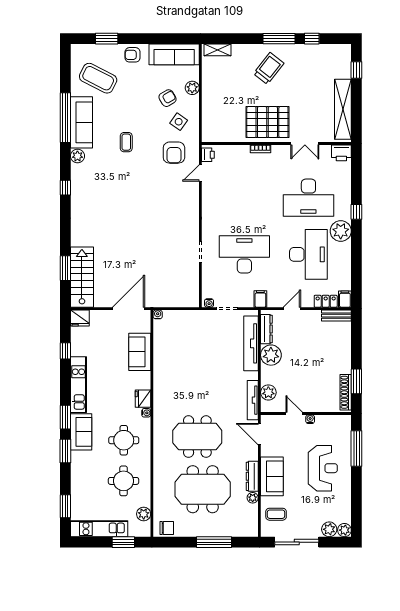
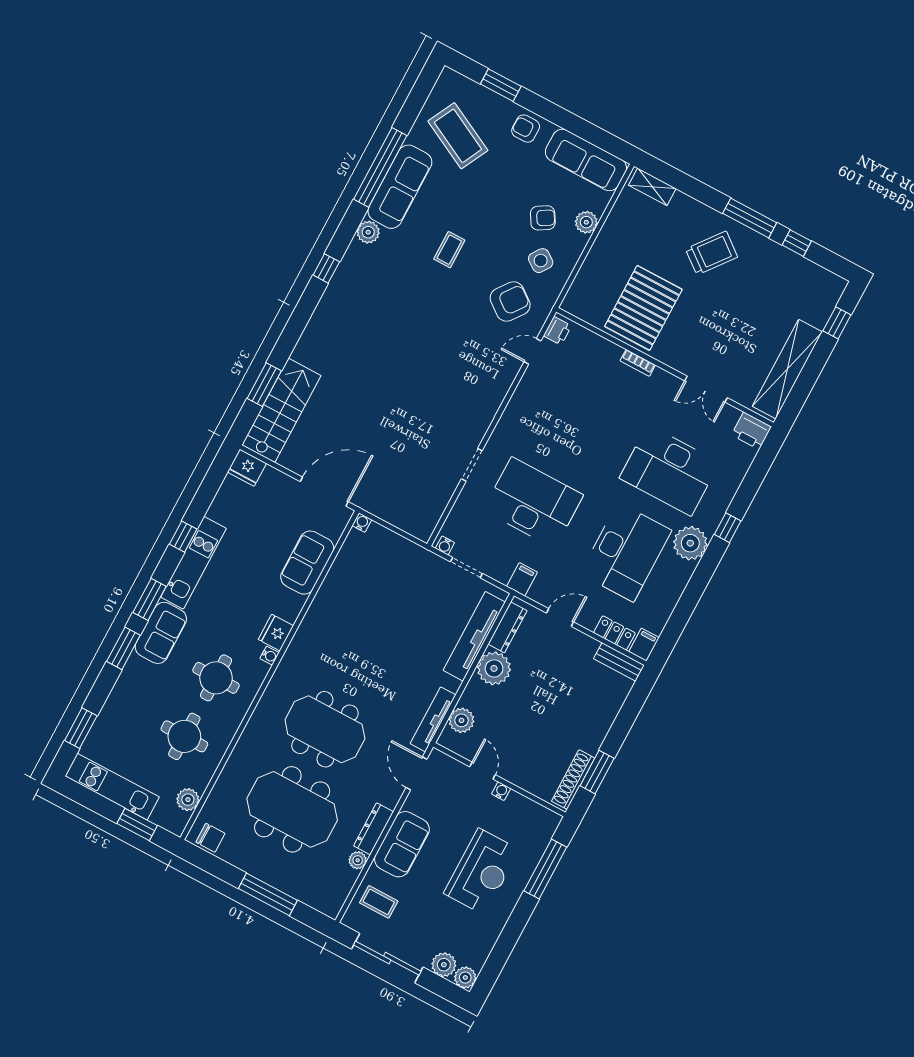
pallet: (267, 122) -> (643, 308), moved, turned 90
armchair: (174, 153) -> (510, 302), turned -143
window: (65, 351) -> (183, 537), moved

